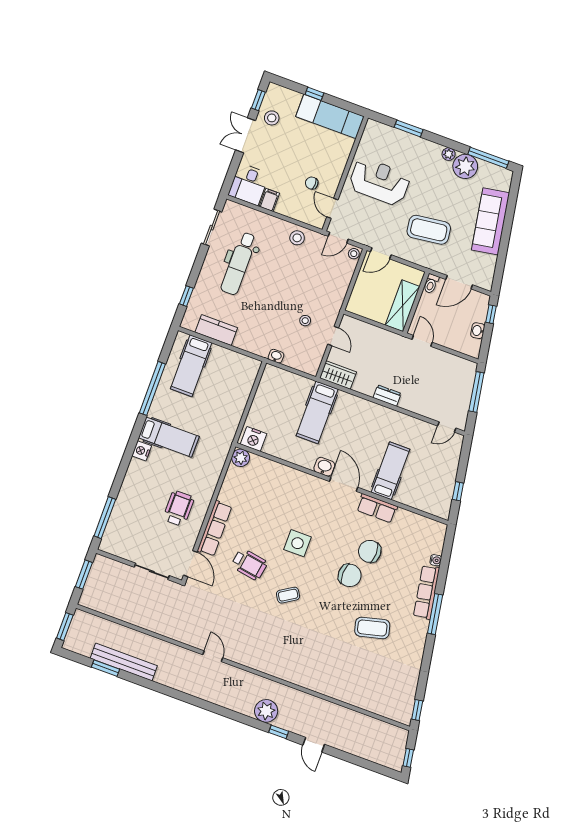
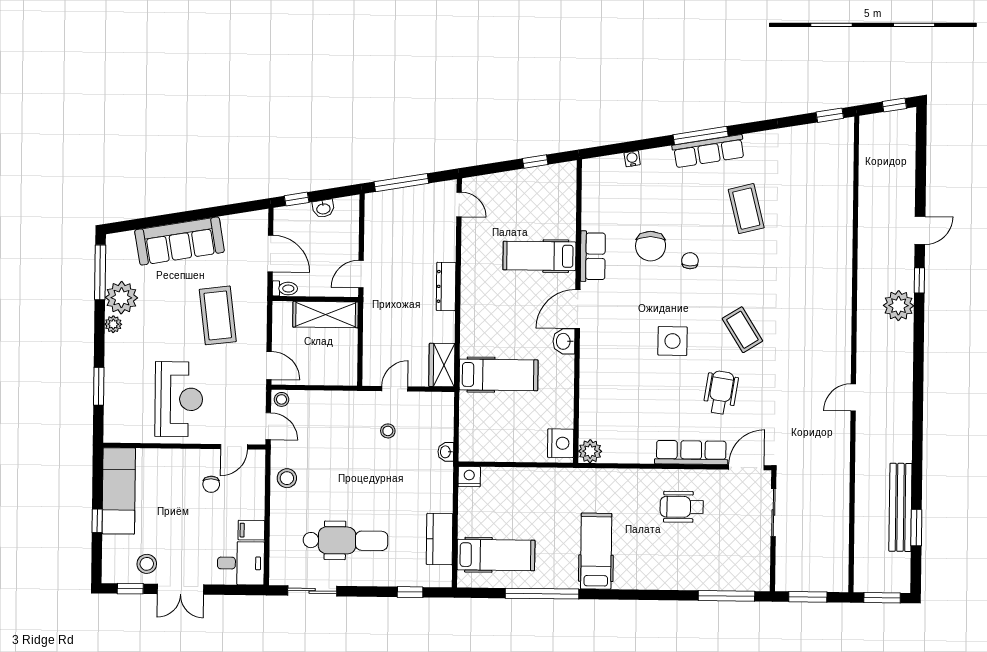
reception desk: (380, 182) -> (179, 399), turned 180
dresser: (387, 396) -> (446, 286), width x1.44
nightstand: (142, 451) -> (469, 477), moved, turned 180
chair: (350, 575) -> (690, 261), width x0.54, depth x0.54
row of seats: (426, 592) -> (709, 151), moved
coffee table: (288, 595) -> (742, 330), width x1.36, depth x1.30

